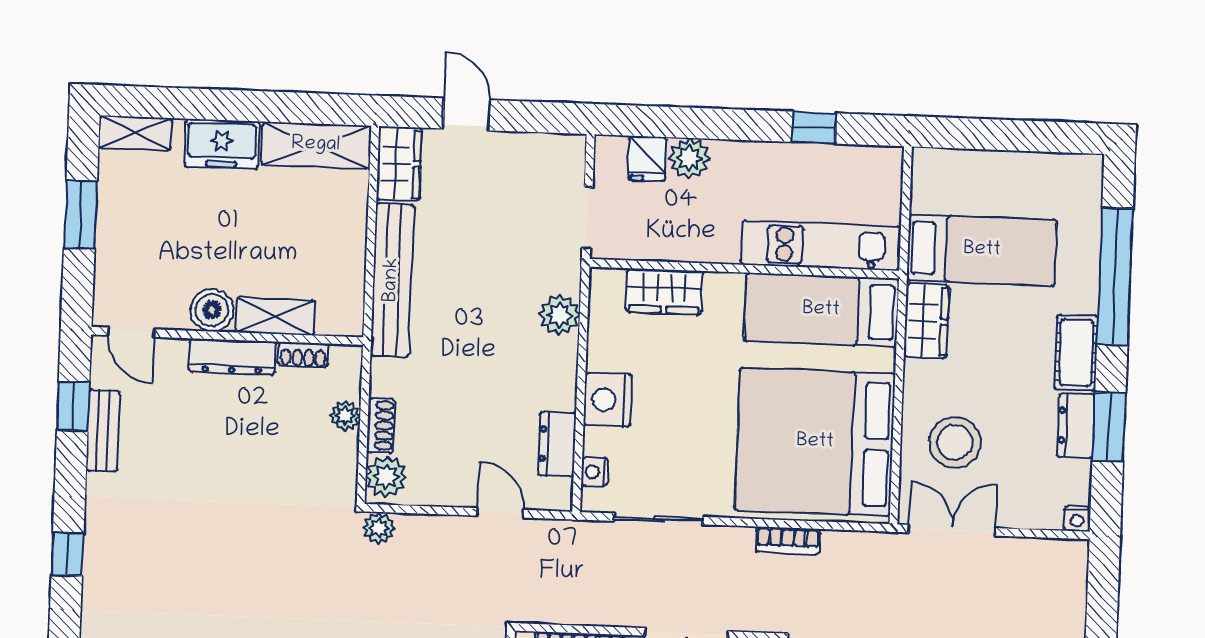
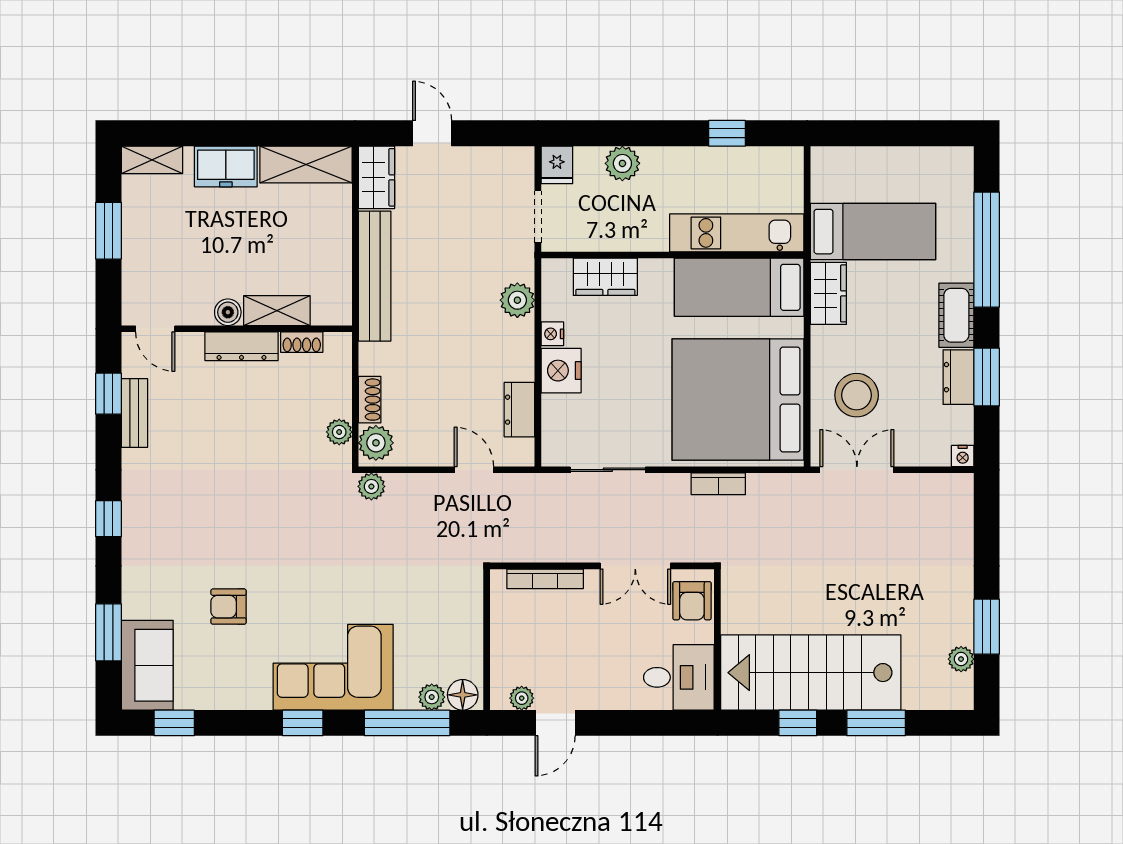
fridge: (647, 159) -> (557, 165), moved
boiler: (212, 310) -> (228, 312), width x0.73, depth x0.73
plant: (345, 416) -> (339, 432), moved
nightstand: (595, 472) -> (552, 334), moved

